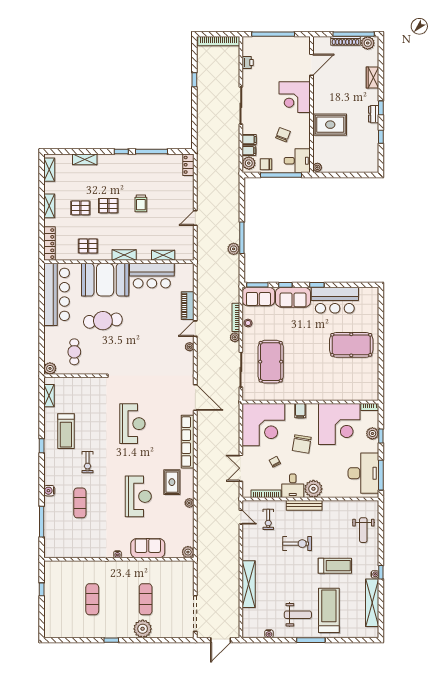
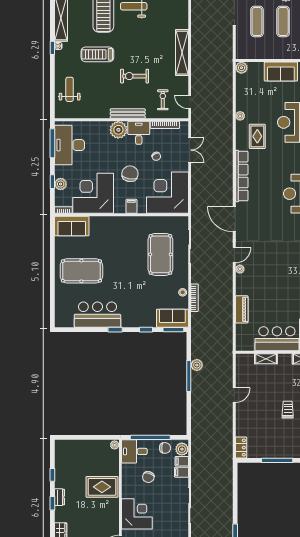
sofa: (293, 297) -> (72, 226), moved, turned 180
door: (195, 329) -> (234, 255), moved
plant: (235, 337) -> (196, 278), removed
shelving: (249, 584) -> (182, 53), moved
exercise mat: (172, 599) -> (257, 21), added

